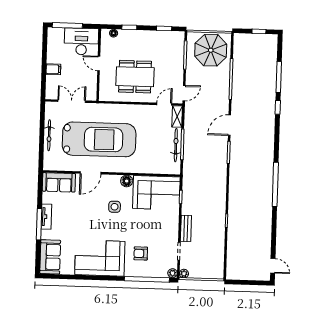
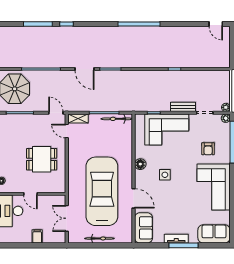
door: (99, 64) -> (30, 194), hinge flipped
dining table: (135, 77) -> (42, 159), width x0.73
bicycle: (176, 145) -> (117, 119), moved
corner sofa: (156, 193) -> (167, 129), moved, turned 90
door: (273, 266) -> (216, 24), swing flipped

